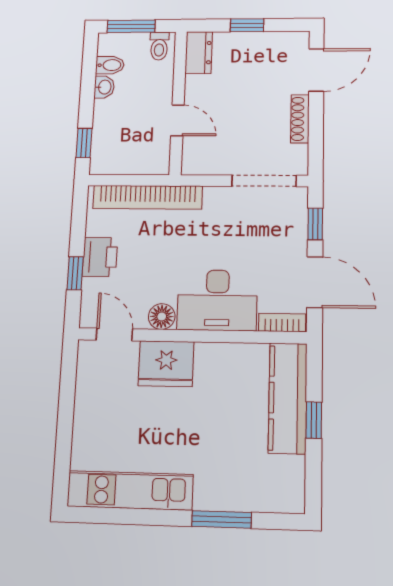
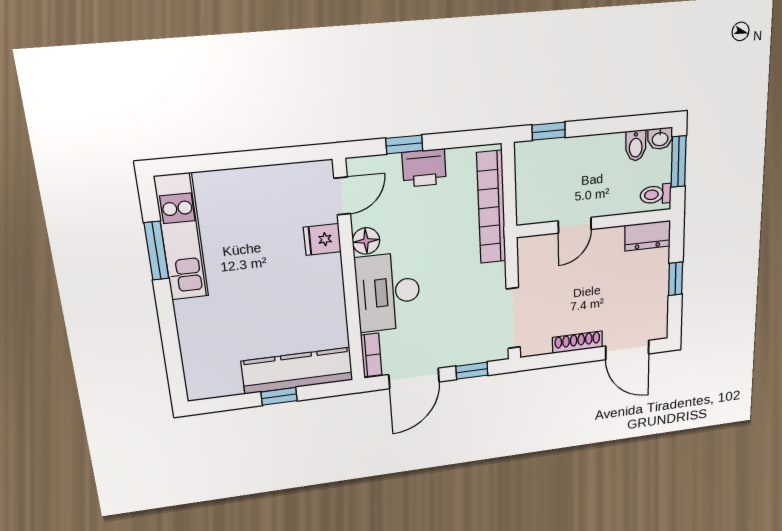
washbasin: (104, 87) -> (660, 139), moved
fridge: (166, 364) -> (322, 240), width x0.53, depth x0.75
window: (222, 519) -> (156, 251), moved

